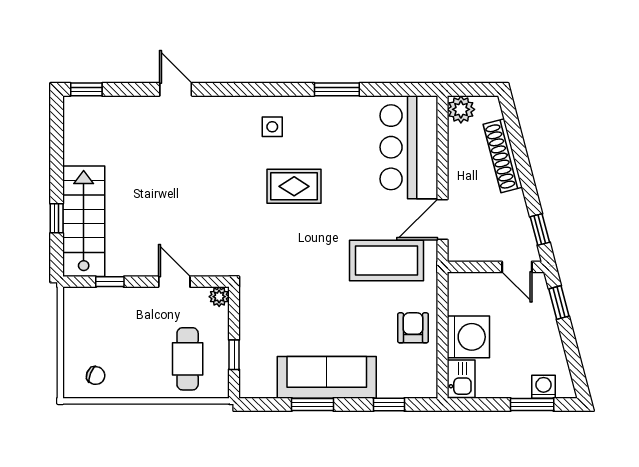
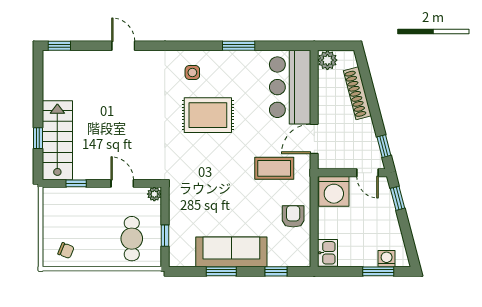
rug: (294, 186) -> (208, 115), width x1.36, depth x1.43
coffee table: (387, 261) -> (274, 168), width x0.73, depth x0.76
washing machine: (468, 337) -> (334, 191), moved, turned 90

